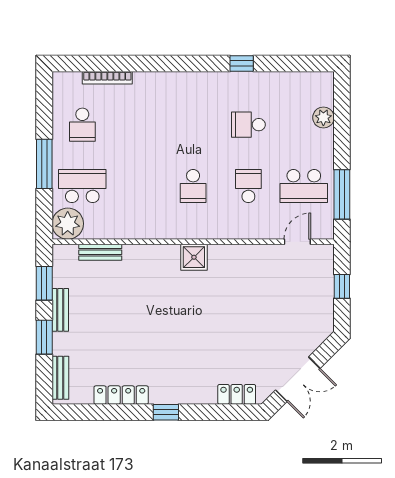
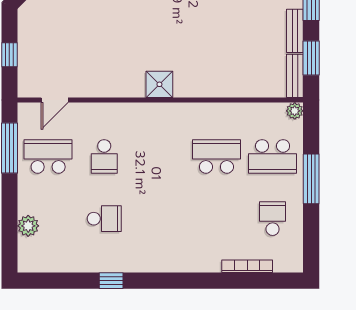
school desk: (193, 186) -> (216, 156), moved, width x1.85
plant: (68, 224) -> (295, 111), width x0.53, depth x0.53
bench: (100, 252) -> (295, 76), moved, turned 90

